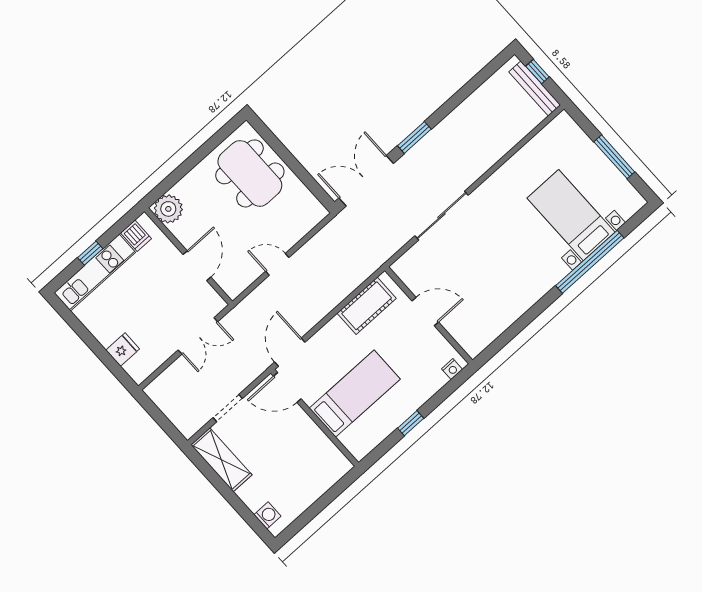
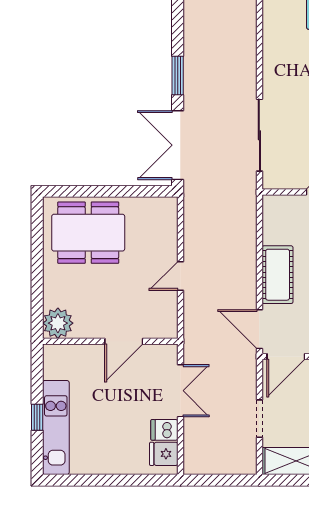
sliding door: (442, 216) -> (259, 135), moved
dishwasher: (136, 236) -> (164, 430), moved, turned 180
door: (197, 266) -> (124, 341), swing flipped
cot: (367, 306) -> (278, 275), moved
fridge: (123, 350) -> (164, 454), moved, turned -90

